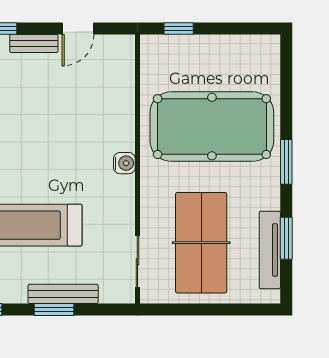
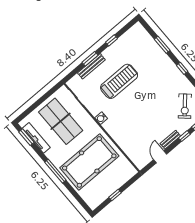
window: (179, 29) -> (115, 195), moved
window: (286, 162) -> (55, 171), width x1.44
water cooler: (124, 163) -> (101, 118), moved
window: (286, 238) -> (26, 137), moved

